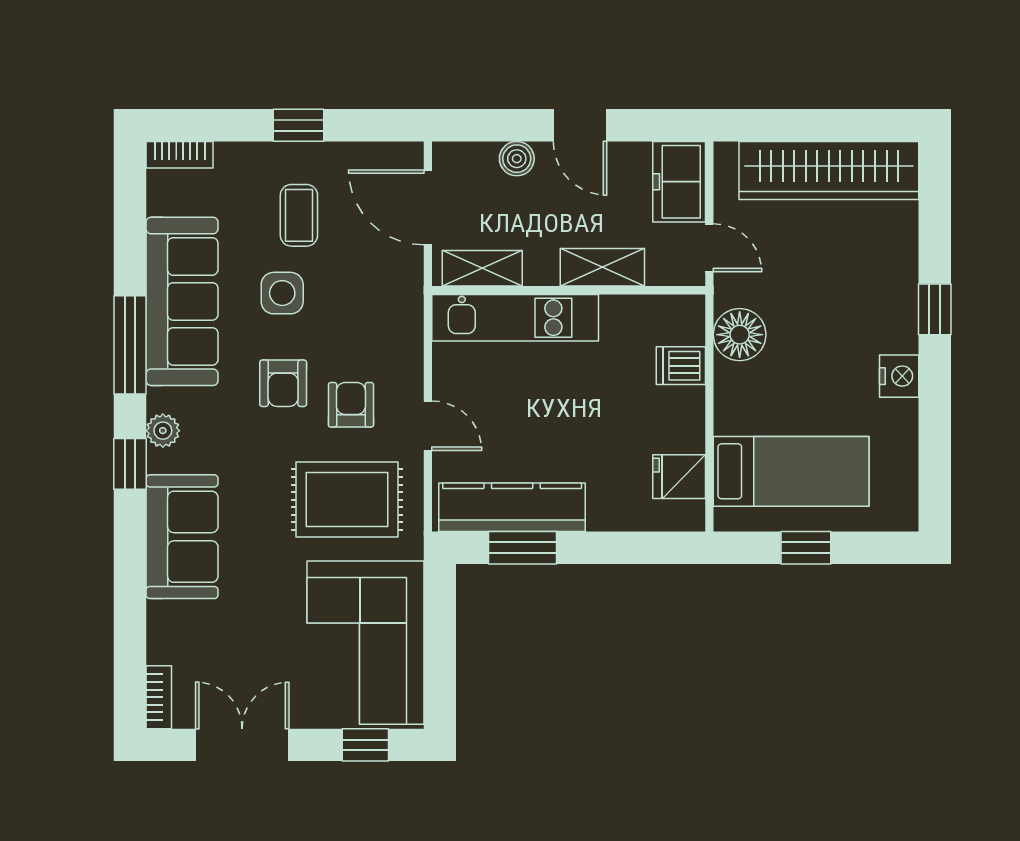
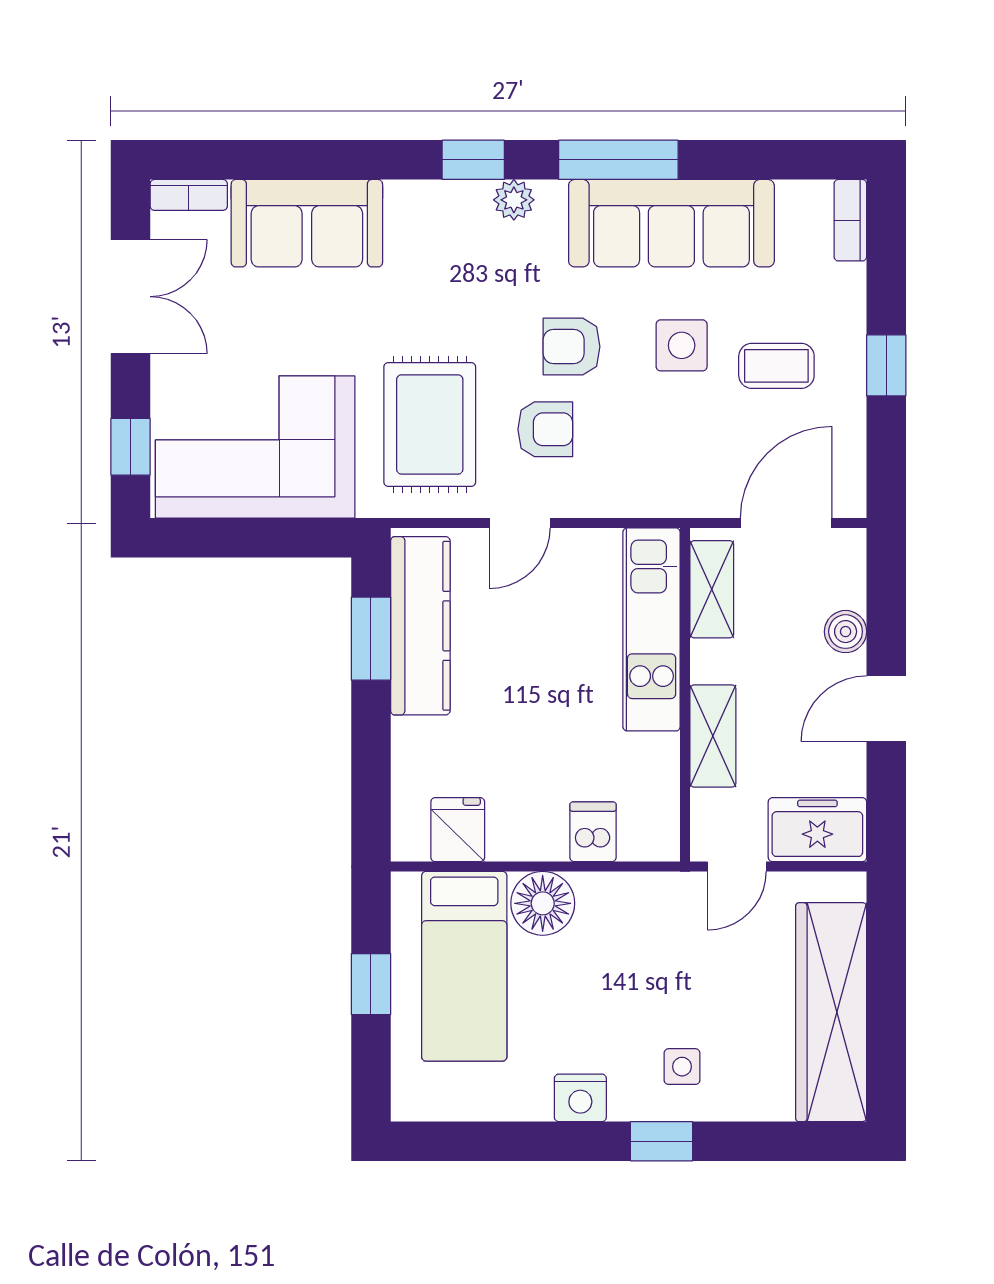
side table: (873, 293) -> (682, 1067), added
floor lamp: (740, 335) -> (543, 903), moved
sofa: (182, 537) -> (307, 223), moved

